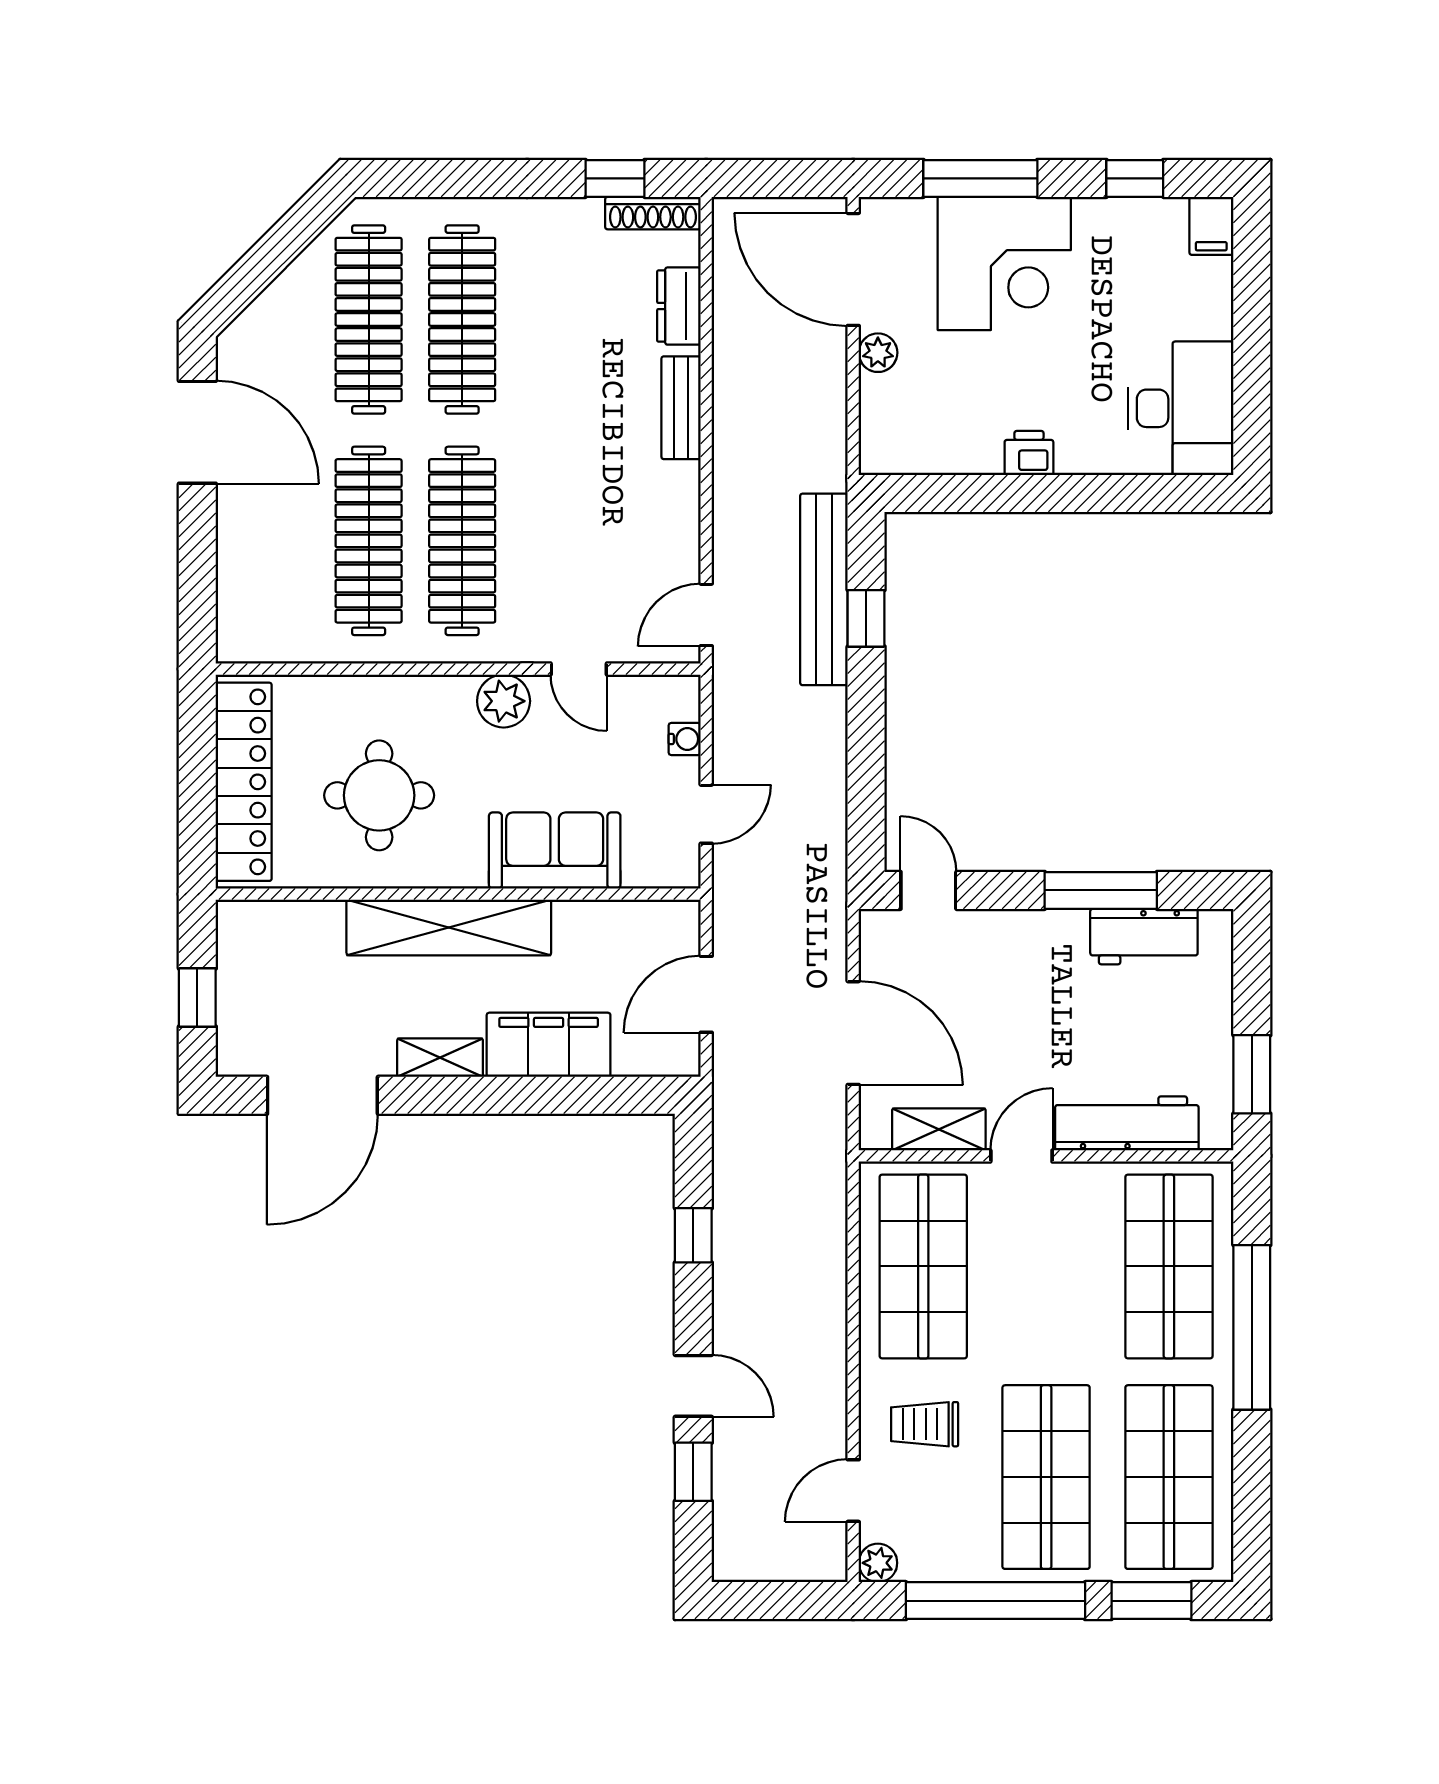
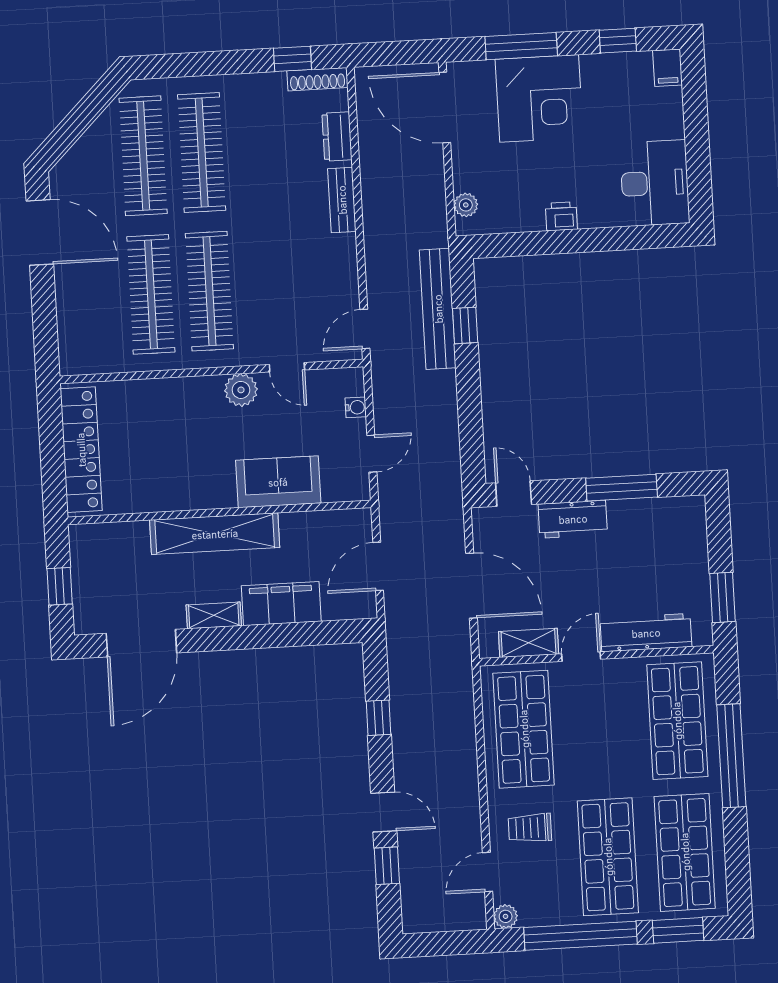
plant: (878, 353) -> (466, 205), moved
round table: (379, 795) -> (166, 453), removed
workbench: (1144, 937) -> (573, 519), moved

